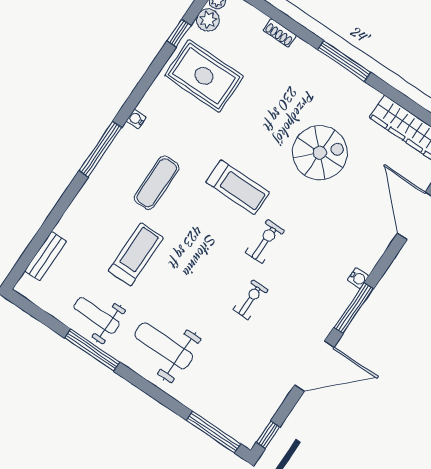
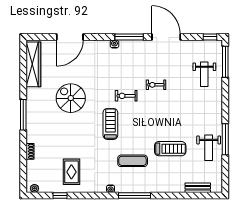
plant: (208, 20) -> (46, 187), removed
rug: (204, 76) -> (71, 172), width x0.73, depth x0.70
treadmill: (136, 254) -> (170, 149), turned 180
weight bench: (164, 346) -> (204, 74), moved, width x0.73, depth x0.75

